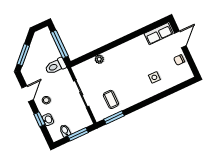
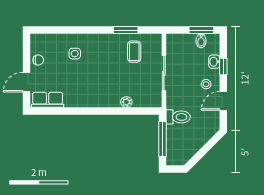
window: (23, 55) -> (208, 146), removed
window: (114, 117) -> (126, 30), moved
window: (78, 134) -> (201, 30), moved

